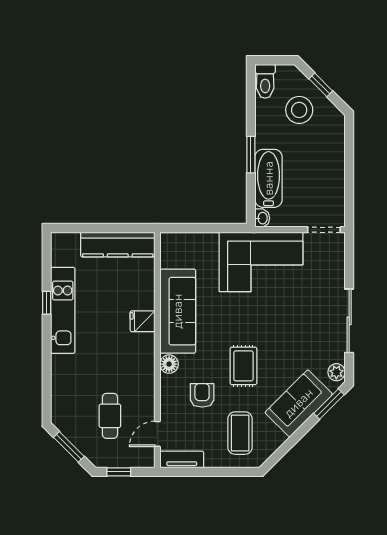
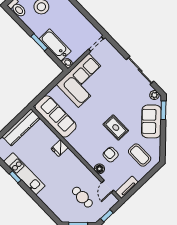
sofa: (178, 311) -> (56, 116), moved
floor lamp: (169, 364) -> (99, 169), moved

